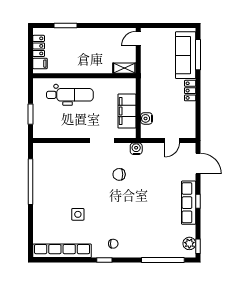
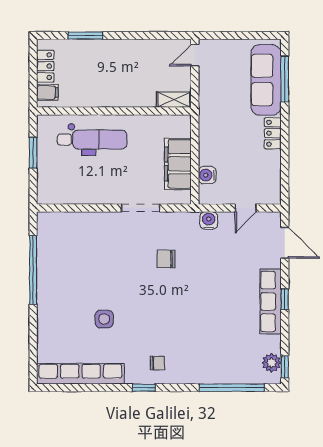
window: (31, 114) -> (33, 153), moved
water cooler: (136, 149) -> (209, 220), moved

